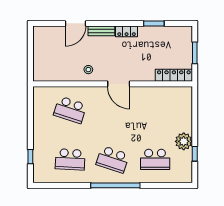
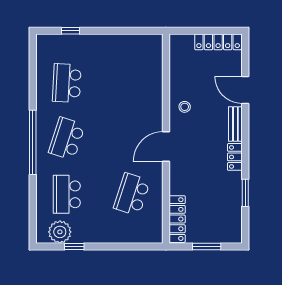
locker: (39, 44) -> (218, 42), added
school desk: (70, 110) -> (132, 194), moved
plant: (184, 141) -> (60, 232), moved

